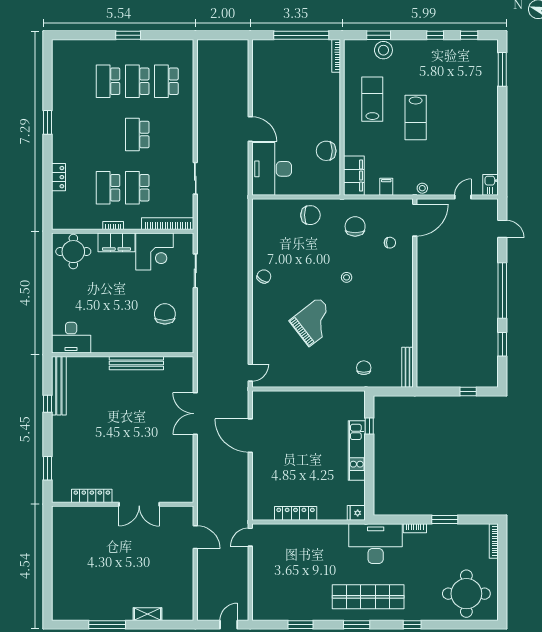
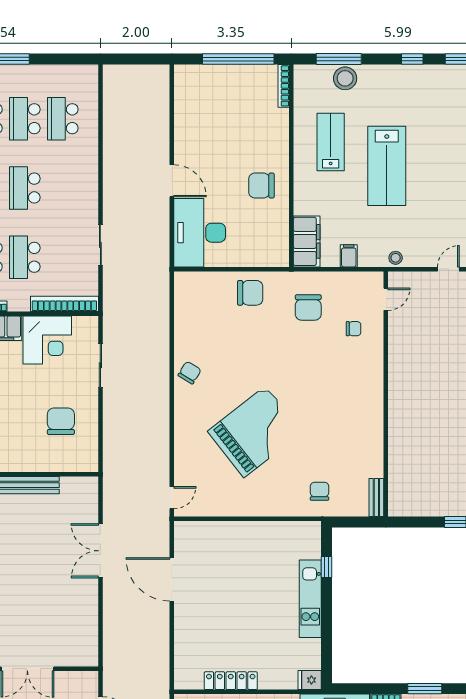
window: (379, 35) -> (339, 59), width x1.44
lab bench: (416, 117) -> (387, 166), width x1.36, depth x1.39
chair: (326, 151) -> (261, 185), moved
door: (415, 220) -> (386, 299), width x0.53
chair: (355, 226) -> (308, 307), turned 180
stool: (347, 277) -> (297, 374), removed
grand piano: (314, 322) -> (255, 432), width x1.37, depth x1.48
bench: (407, 367) -> (376, 498), width x0.73

